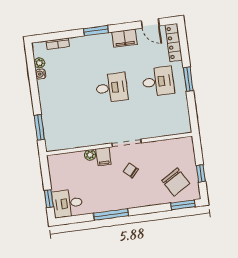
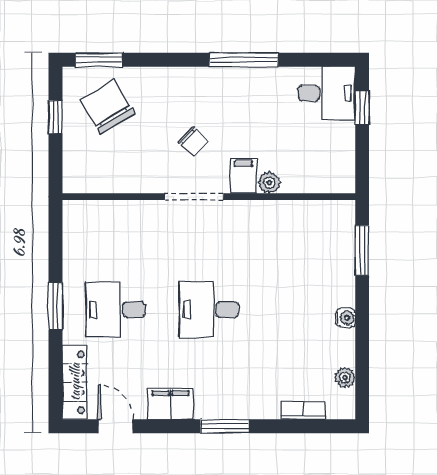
water cooler: (41, 74) -> (346, 318), moved

